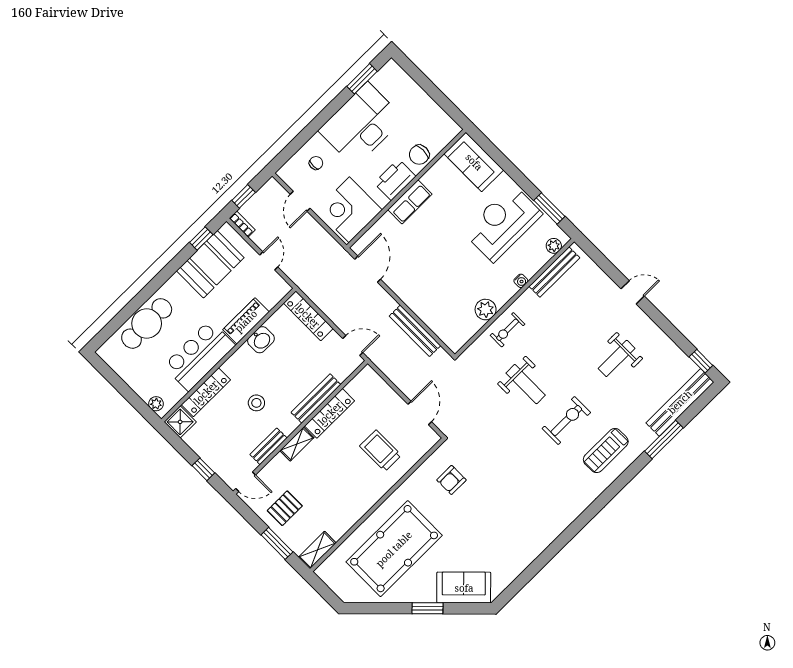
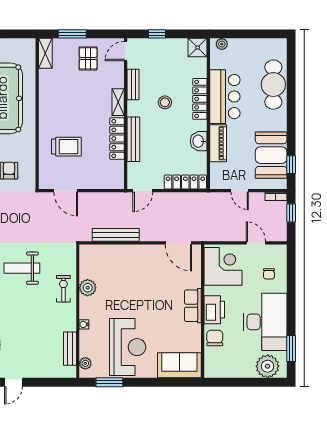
plant: (398, 84) -> (268, 366), added
bench: (554, 272) -> (70, 349), width x0.73
locker: (206, 392) -> (200, 99), moved

